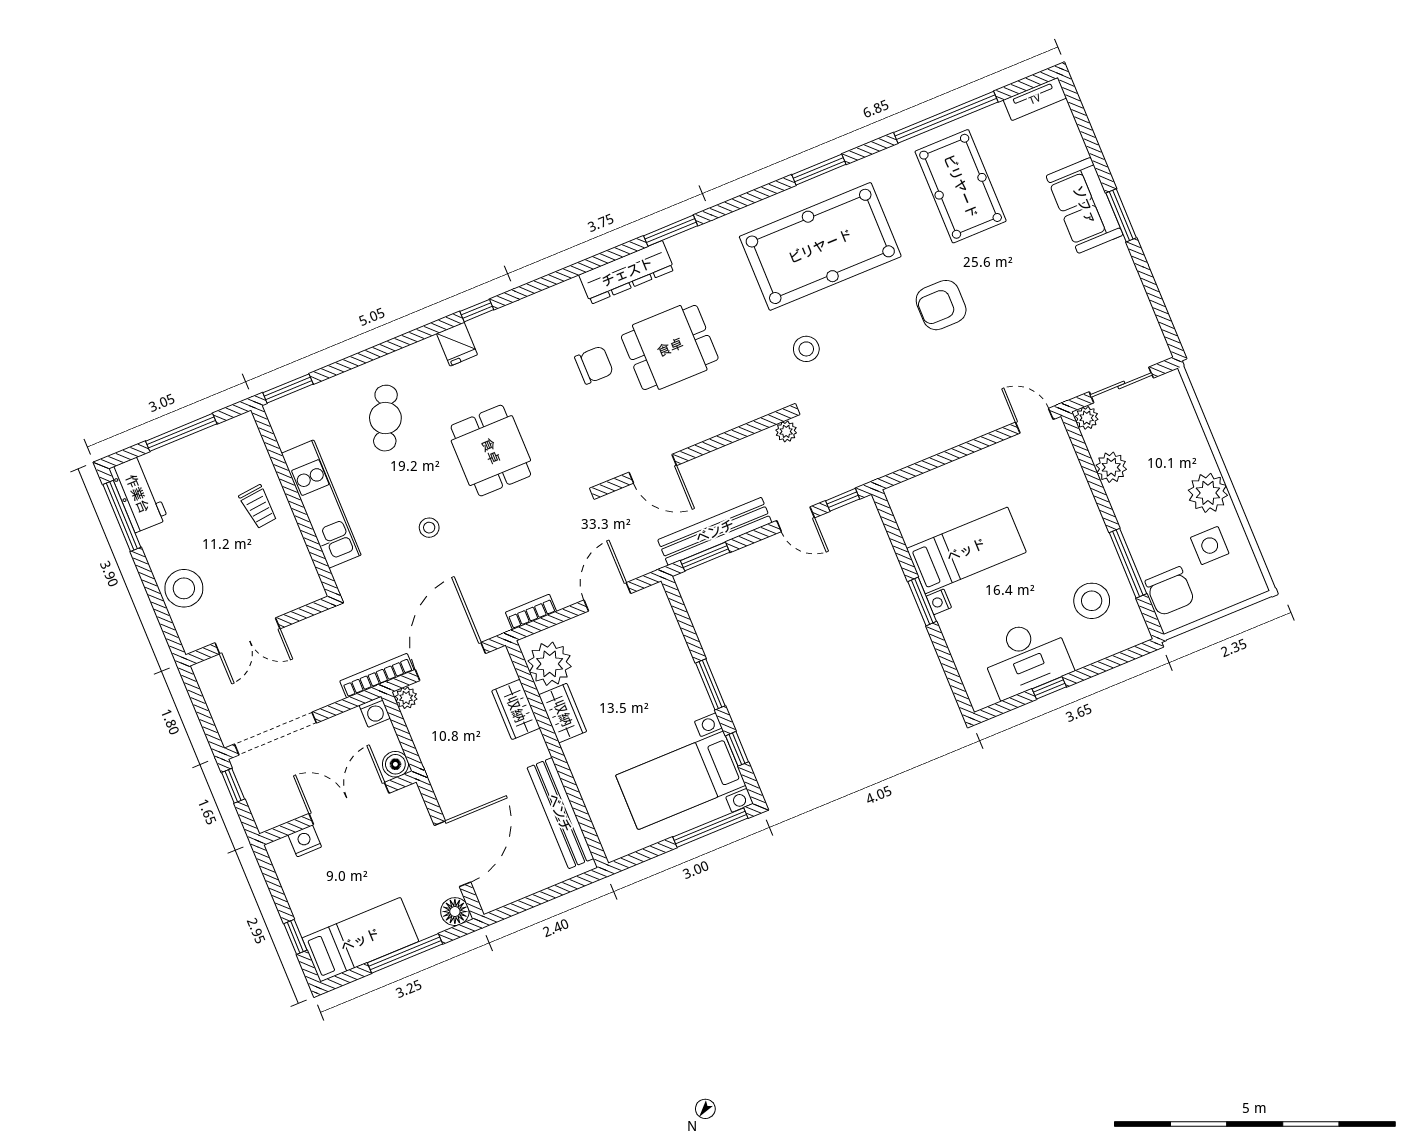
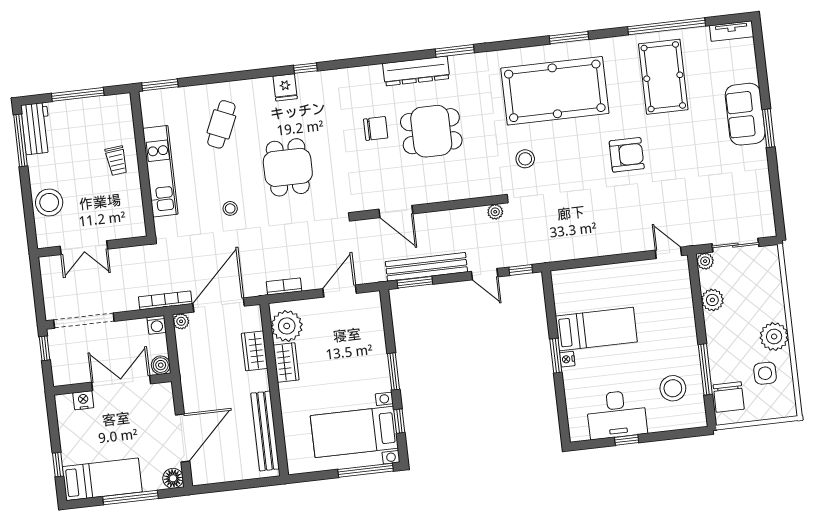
armchair: (941, 305) -> (627, 155), turned 180

